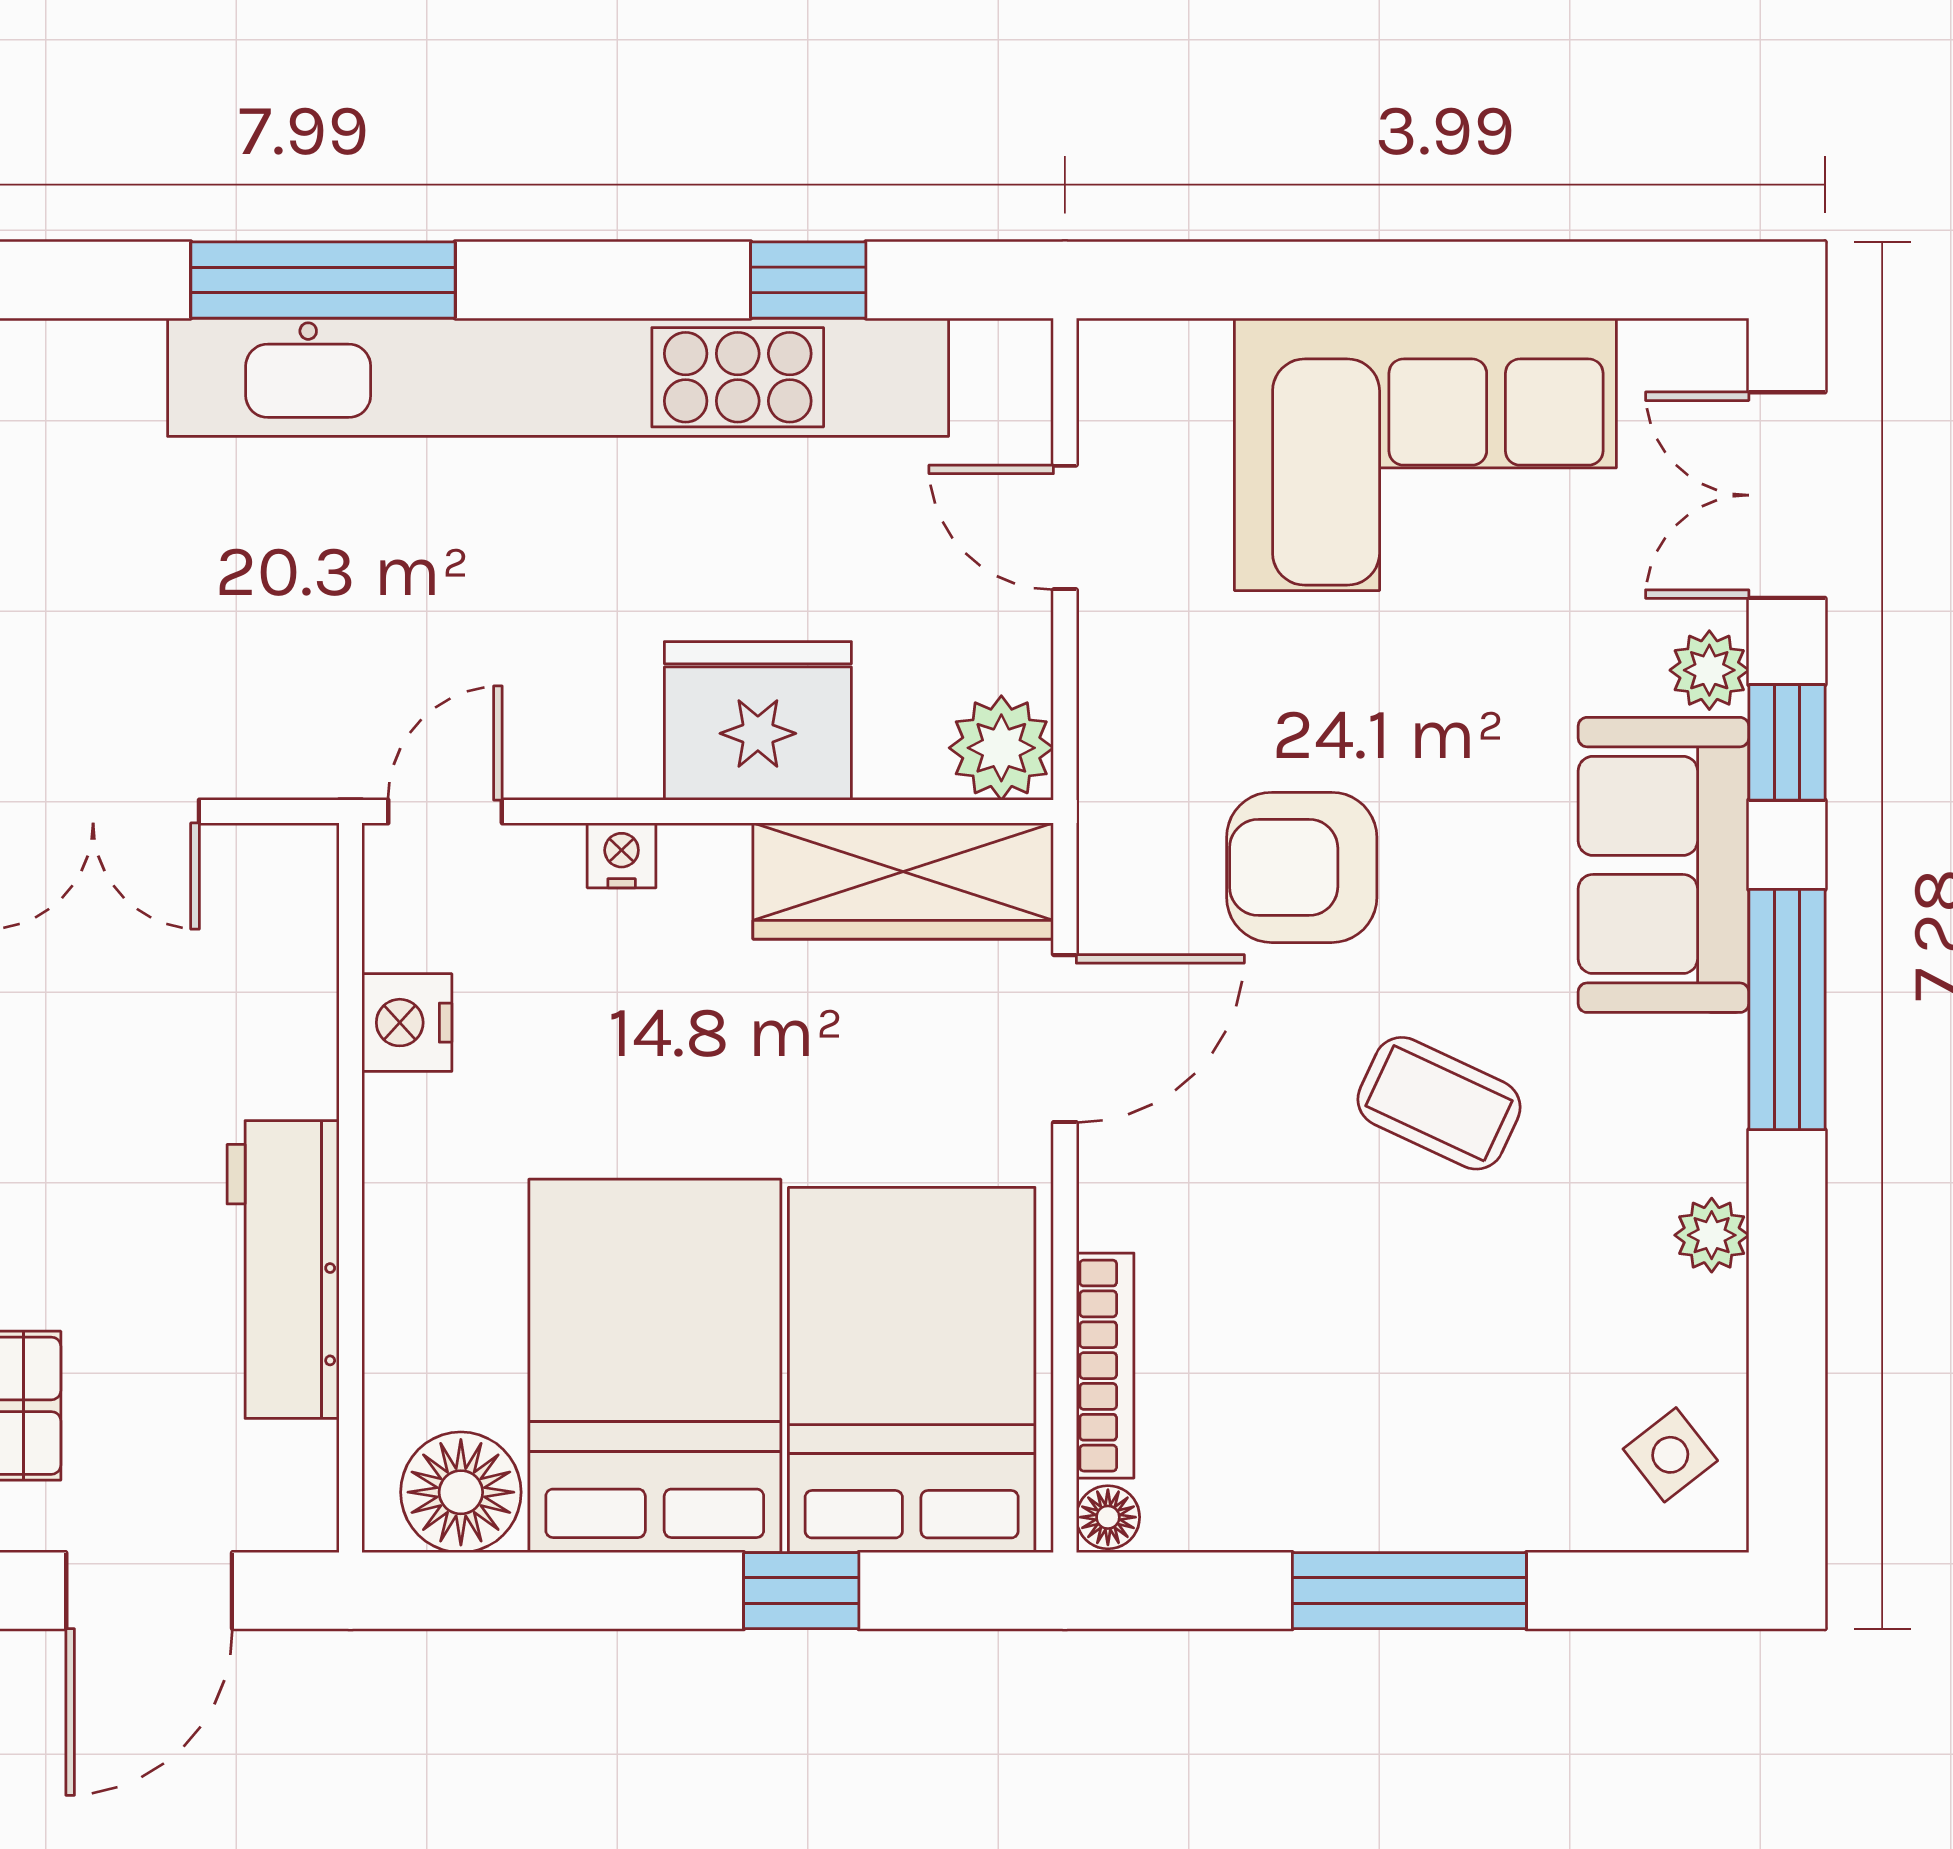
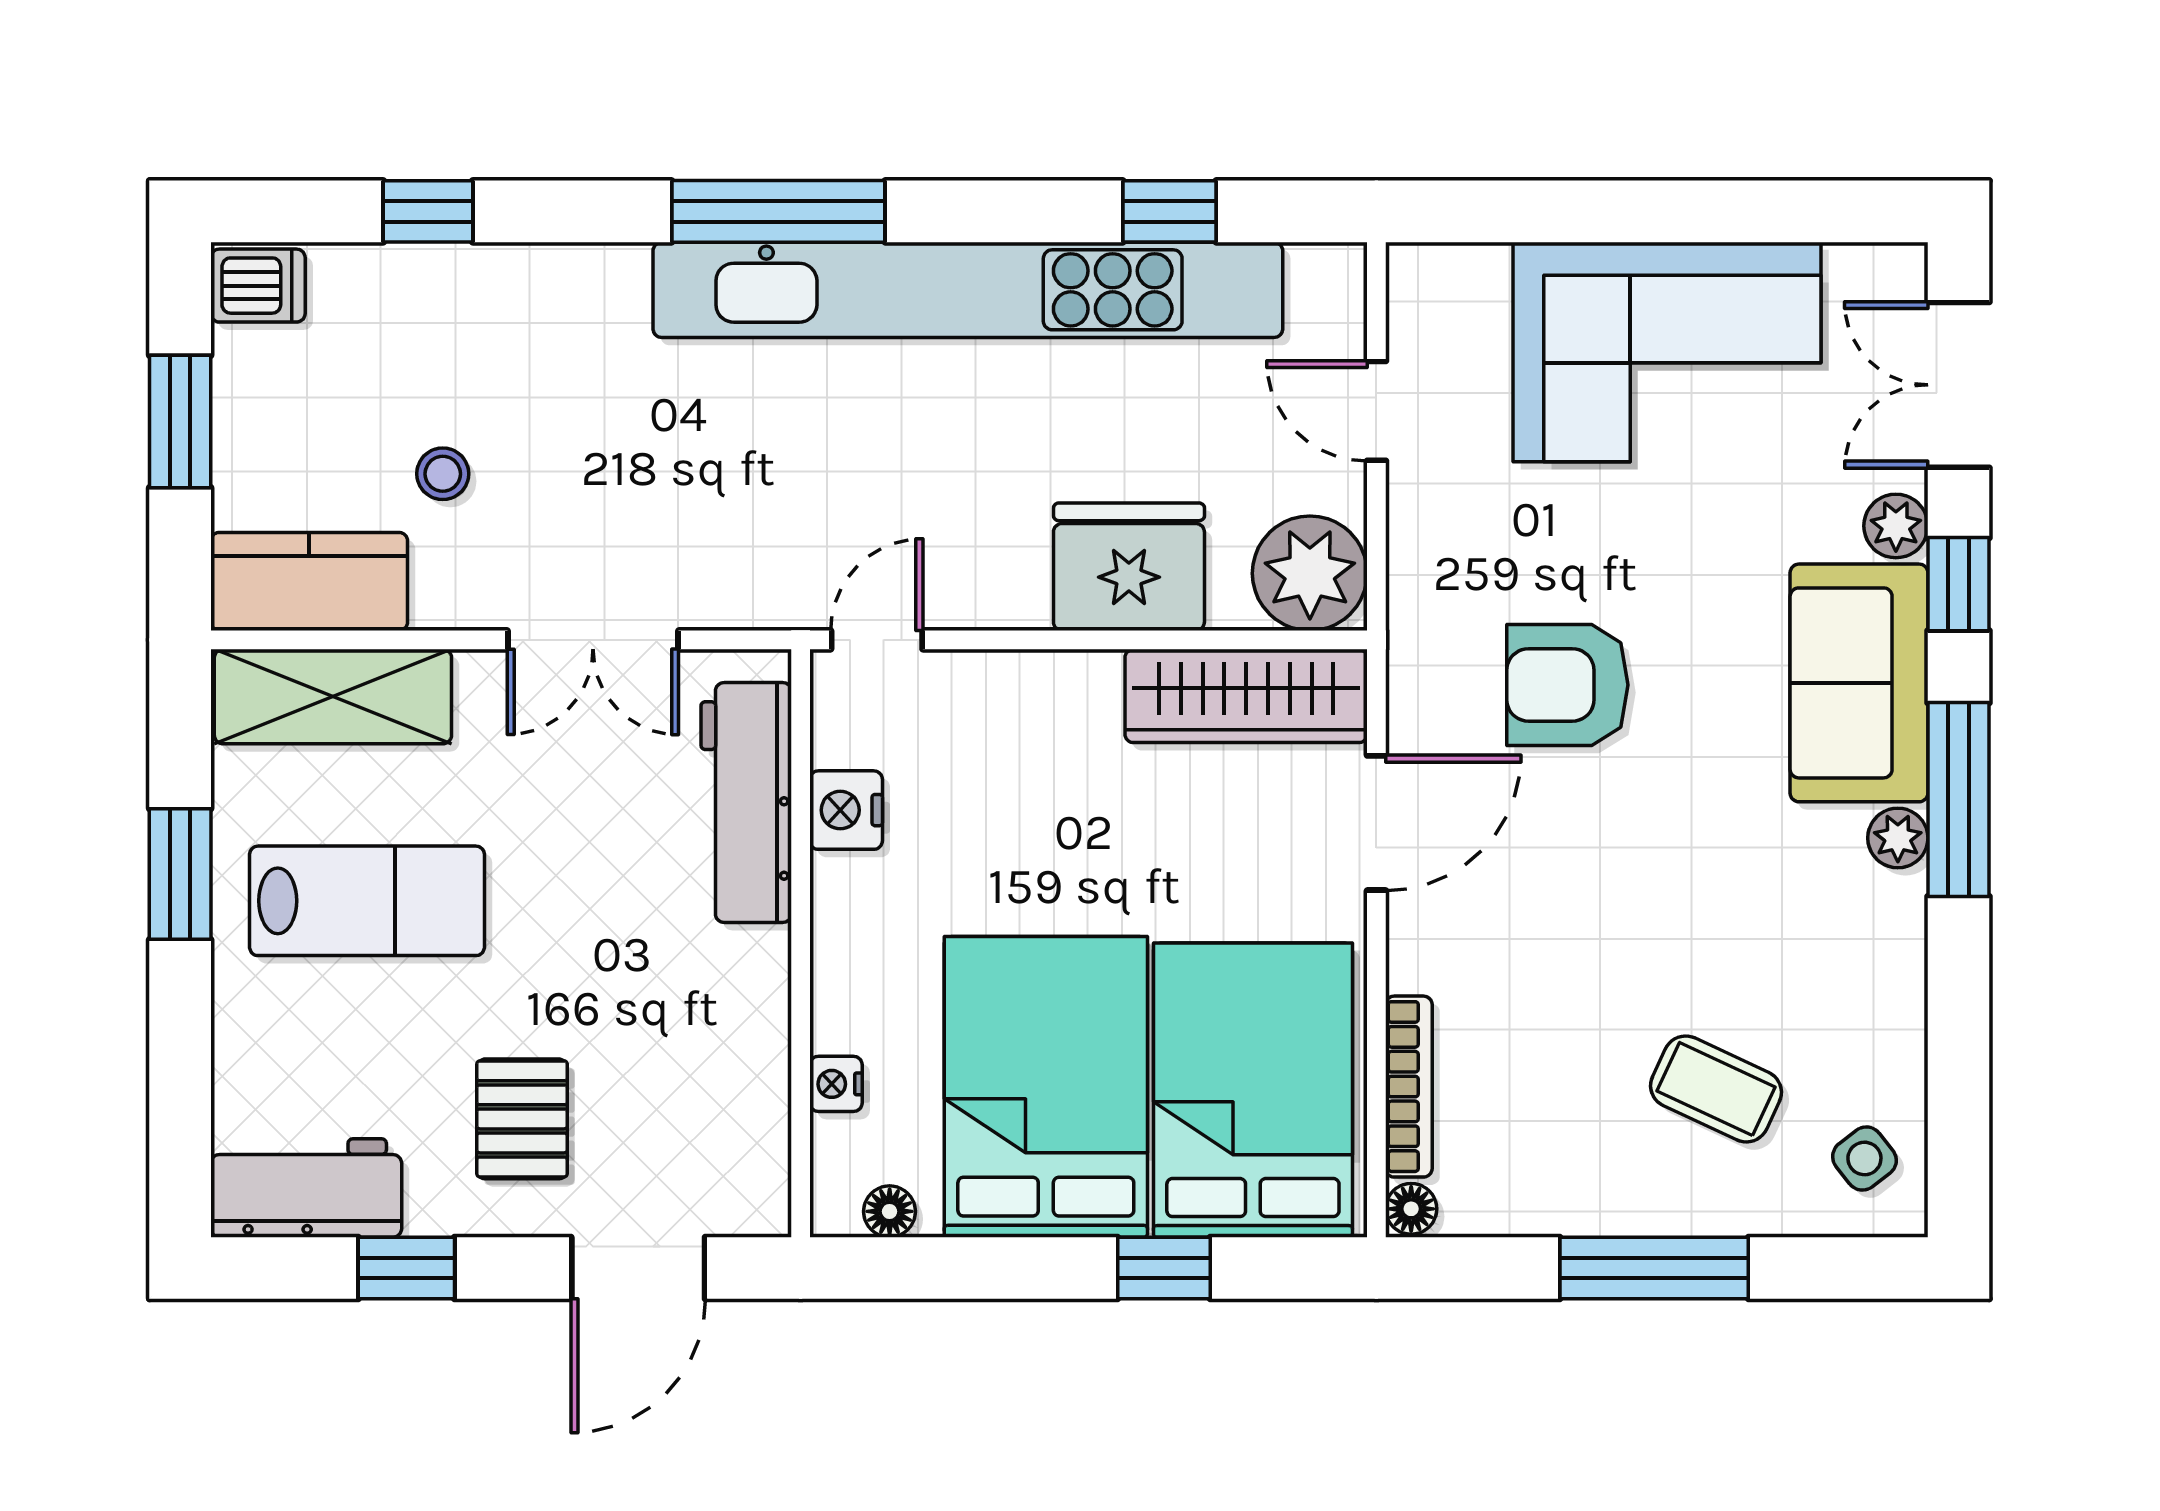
plant: (1001, 748) -> (1310, 573), width x1.36, depth x1.36
nightstand: (622, 855) -> (836, 1084), moved, turned -90
coffee table: (1439, 1103) -> (1716, 1089), moved
plant: (1712, 1235) -> (1898, 838), moved
workbench: (283, 1270) -> (746, 803), moved
floor lamp: (461, 1492) -> (890, 1211), width x0.53, depth x0.53

